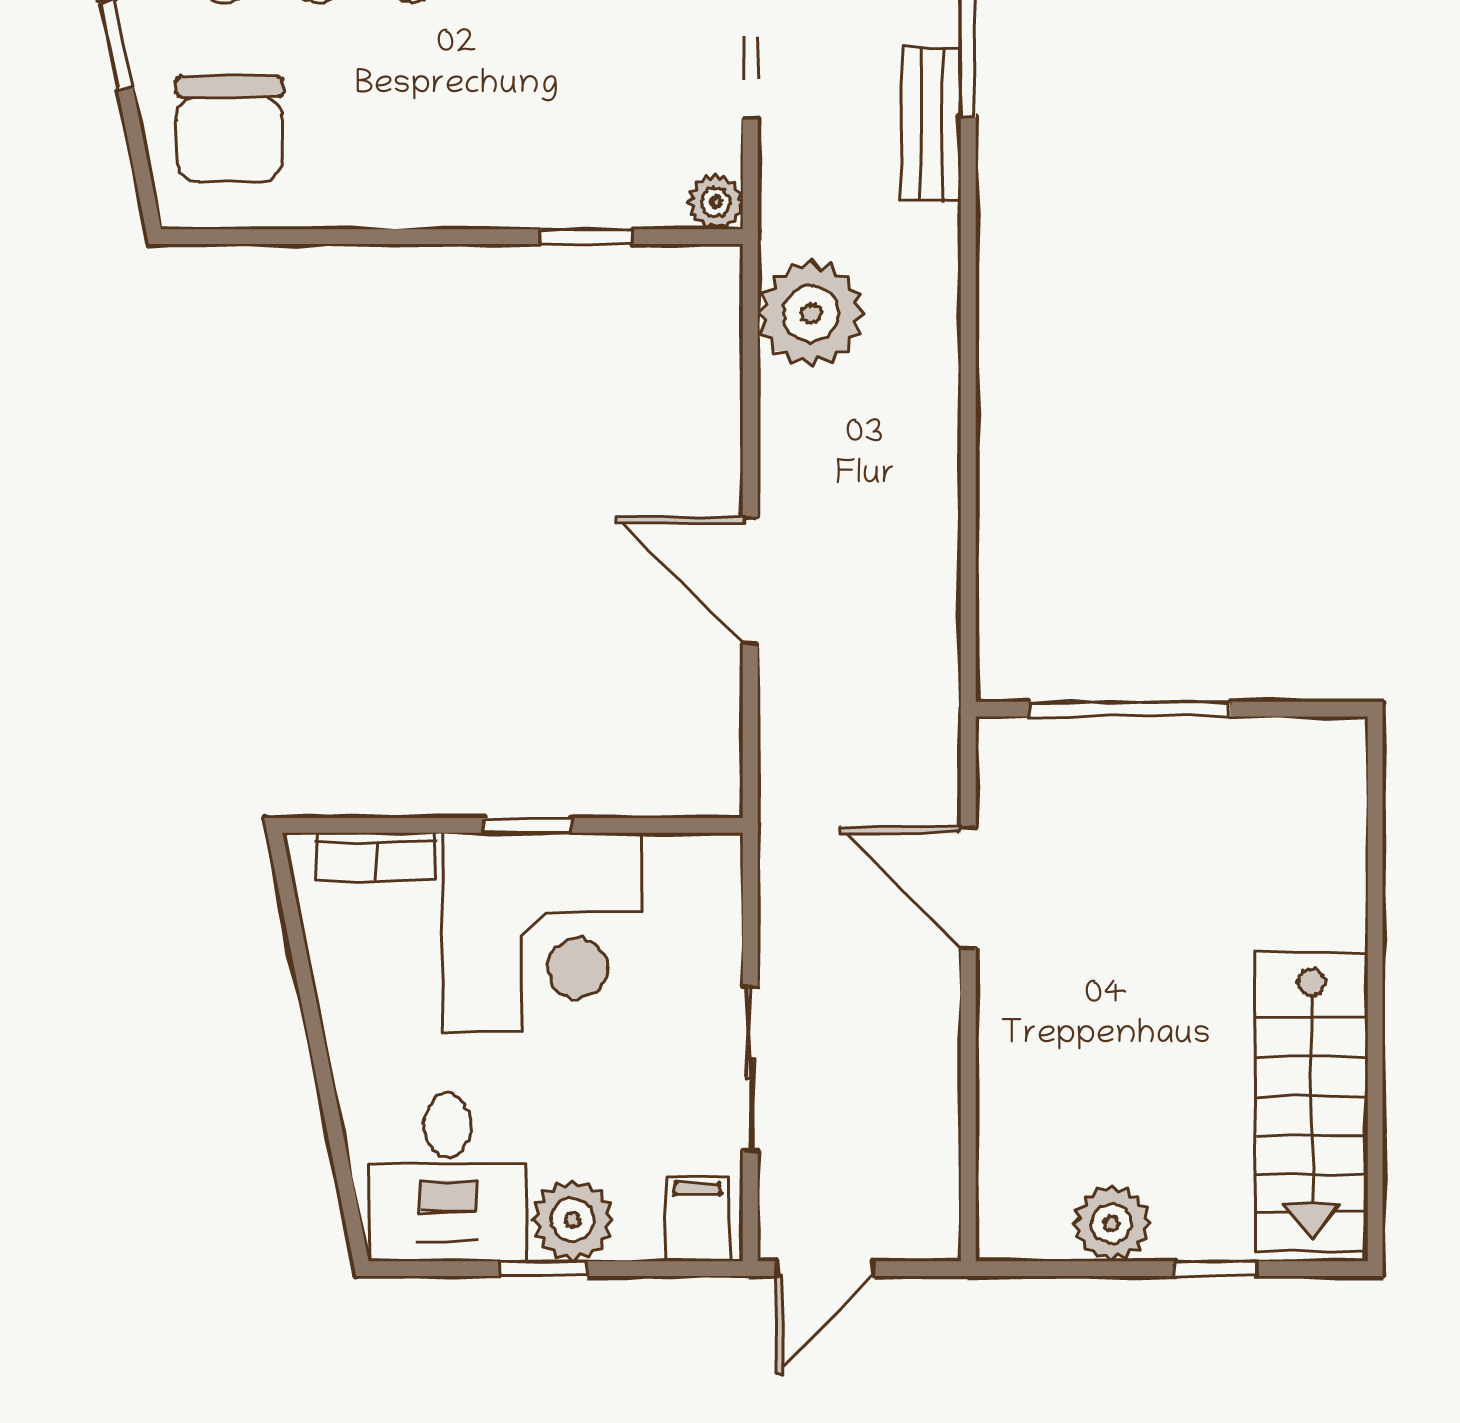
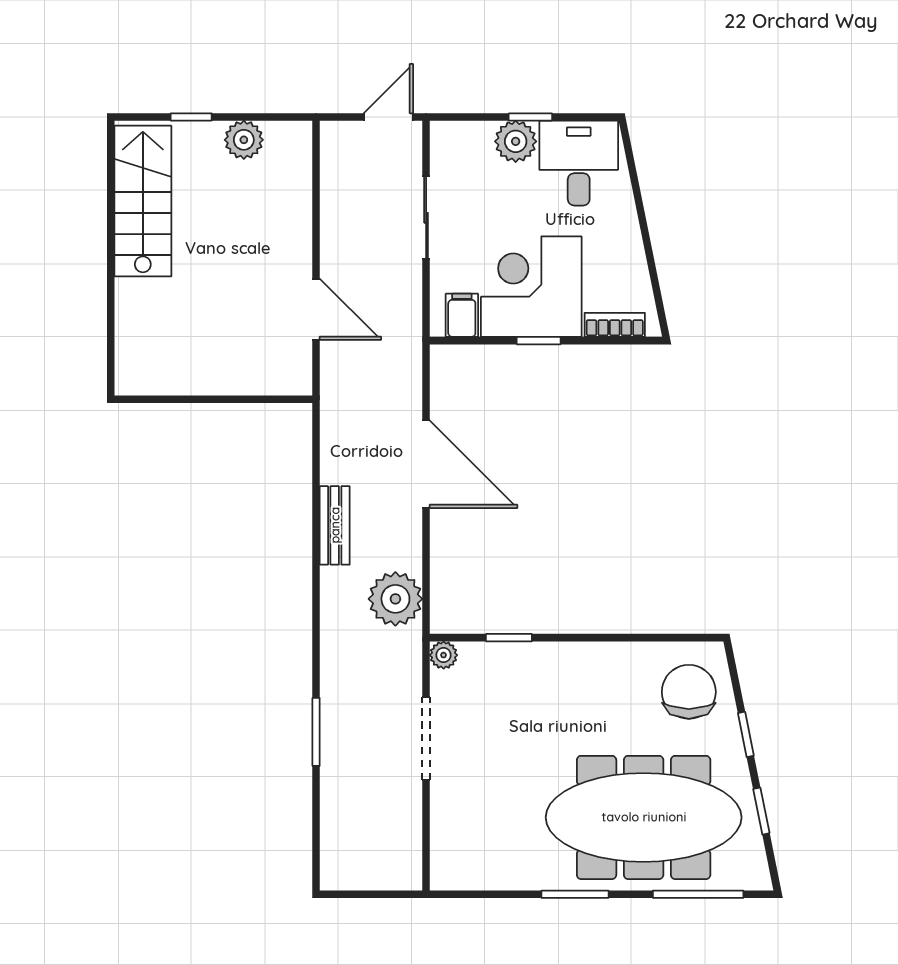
bench: (931, 124) -> (335, 525), moved
door: (750, 580) -> (426, 464), width x1.36
window: (1130, 709) -> (234, 399), removed
filing cabinet: (698, 1218) -> (462, 315), moved, turned 180

